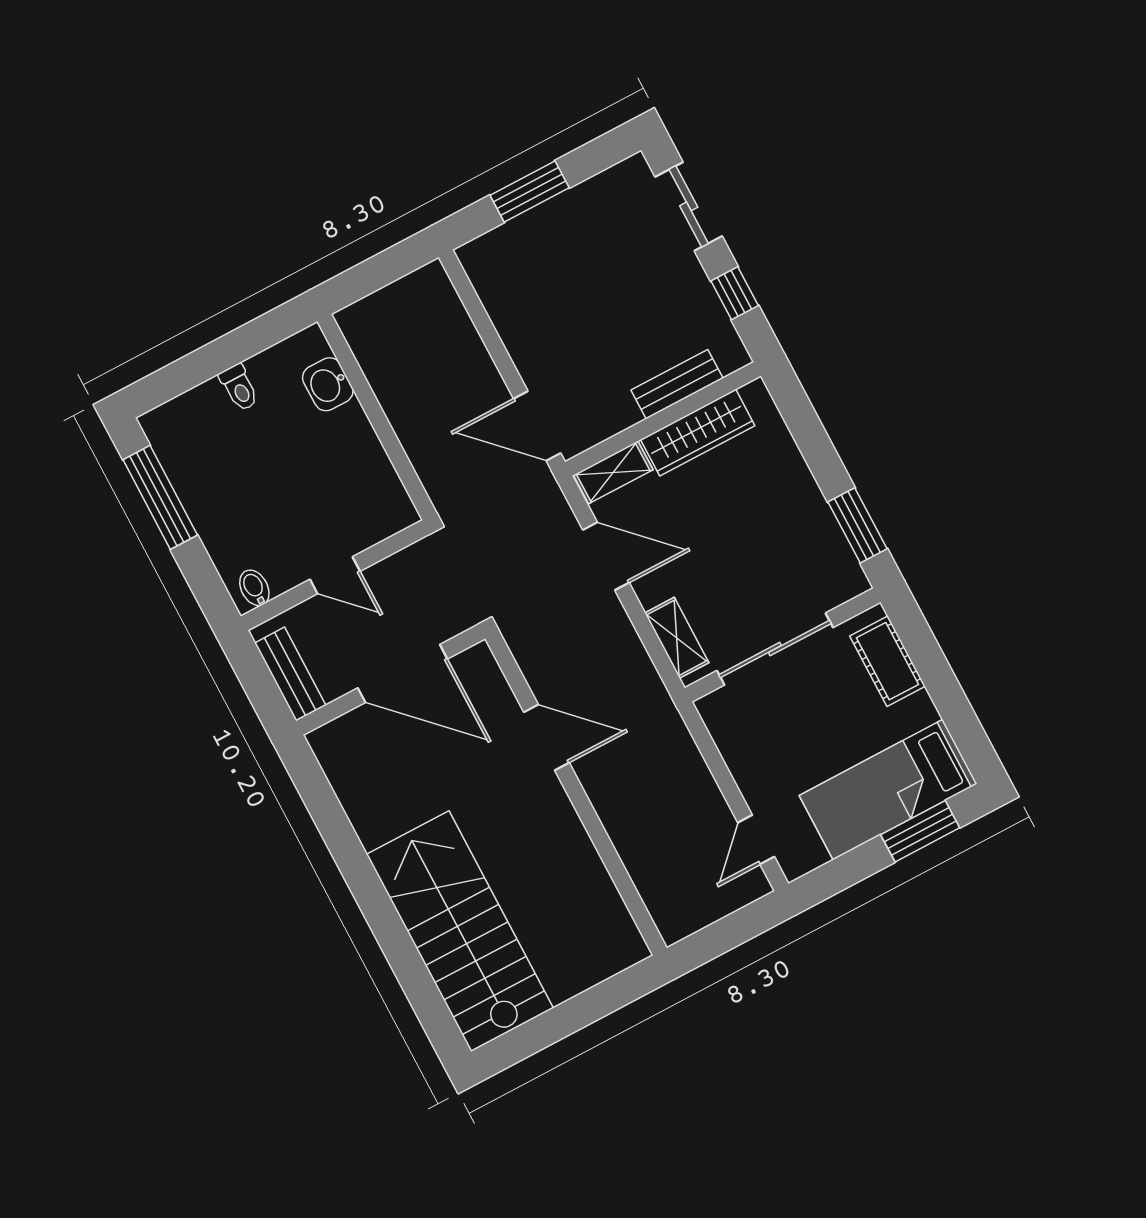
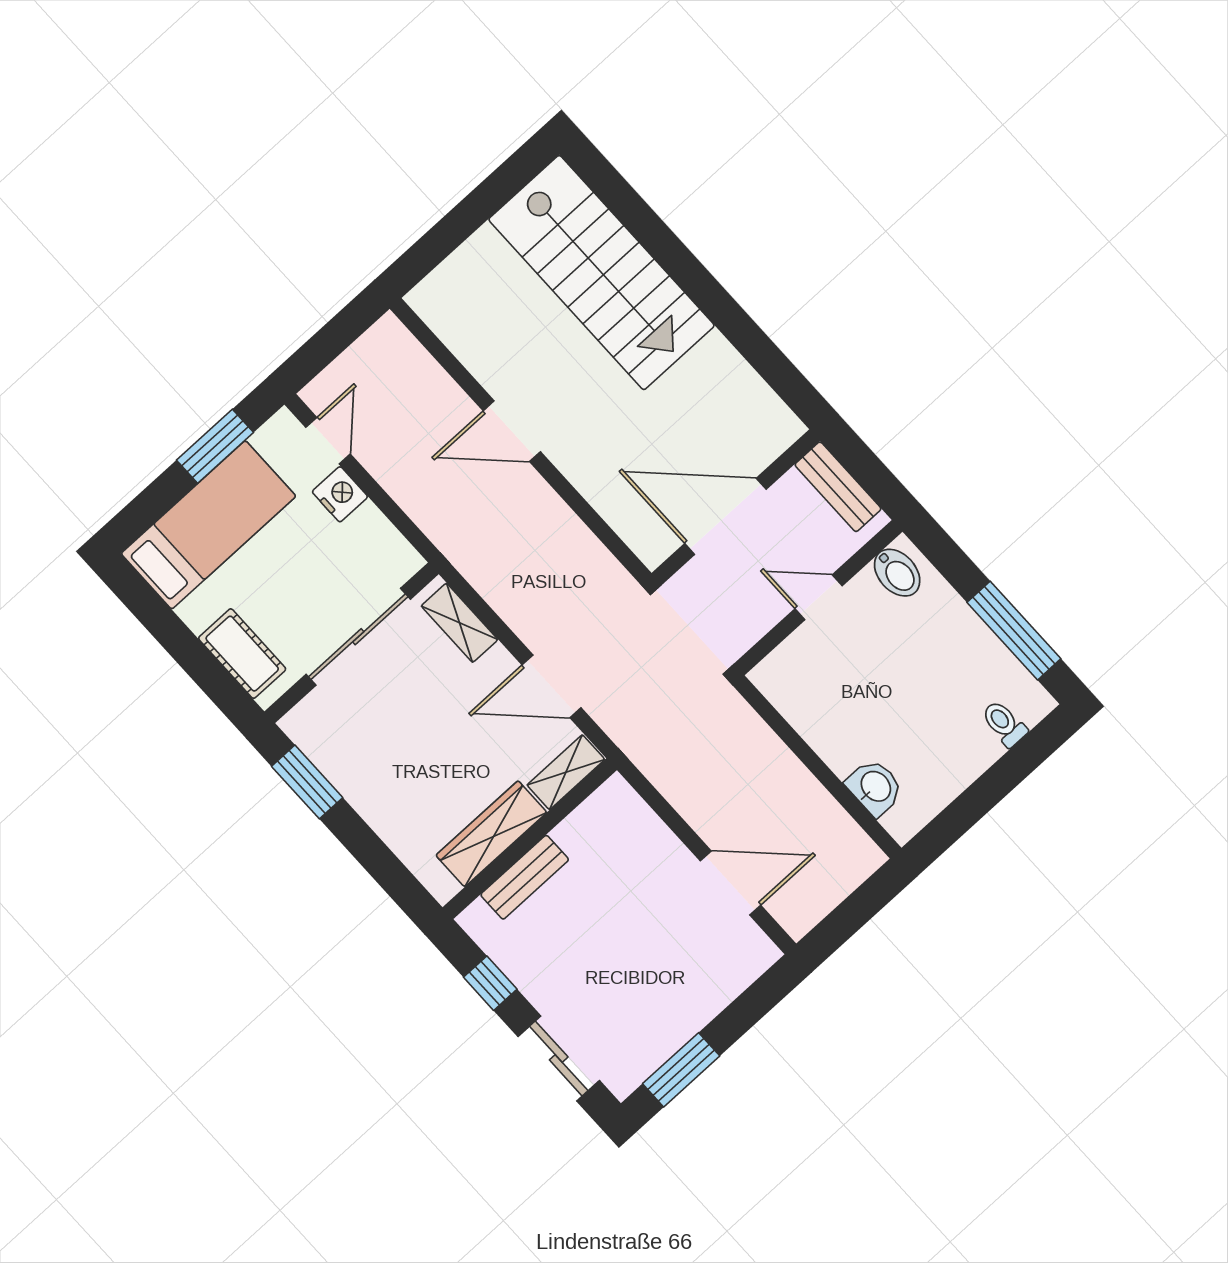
window: (530, 192) -> (681, 1070), moved
toilet: (239, 388) -> (1004, 724), moved
door: (537, 426) -> (730, 883), moved
bidet: (254, 588) -> (897, 573), width x1.38, depth x1.36
door: (546, 737) -> (512, 431), moved
nightstand: (758, 787) -> (340, 494), added
window: (920, 831) -> (215, 446), moved

